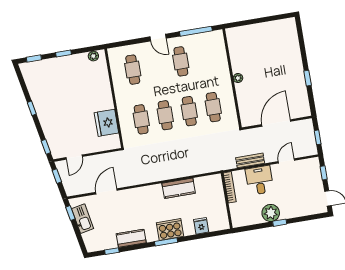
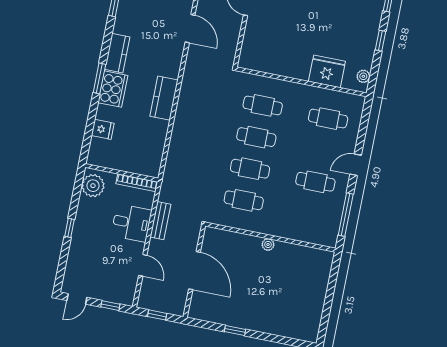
fridge: (106, 123) -> (327, 71), moved
kitchen counter: (179, 188) -> (164, 98), moved
plant: (271, 213) -> (93, 186), moved
kitchen counter: (131, 238) -> (117, 53), moved

